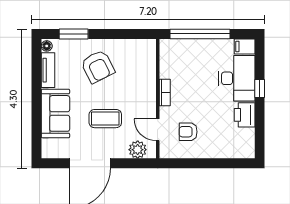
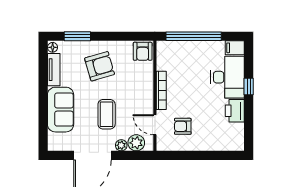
armchair: (145, 50) -> (143, 51), added
armchair: (98, 66) -> (100, 66), turned -79
bookcase: (165, 93) -> (161, 90), width x1.56
coffee table: (105, 119) -> (107, 114), turned 90
plant: (121, 152) -> (121, 145), added

